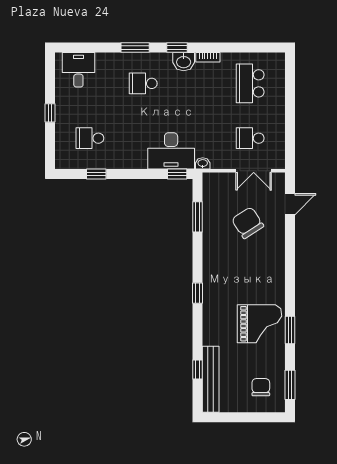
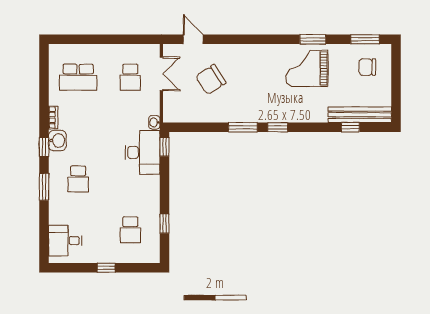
window: (198, 217) -> (243, 127), moved
grand piano: (259, 324) -> (307, 68), turned -90

